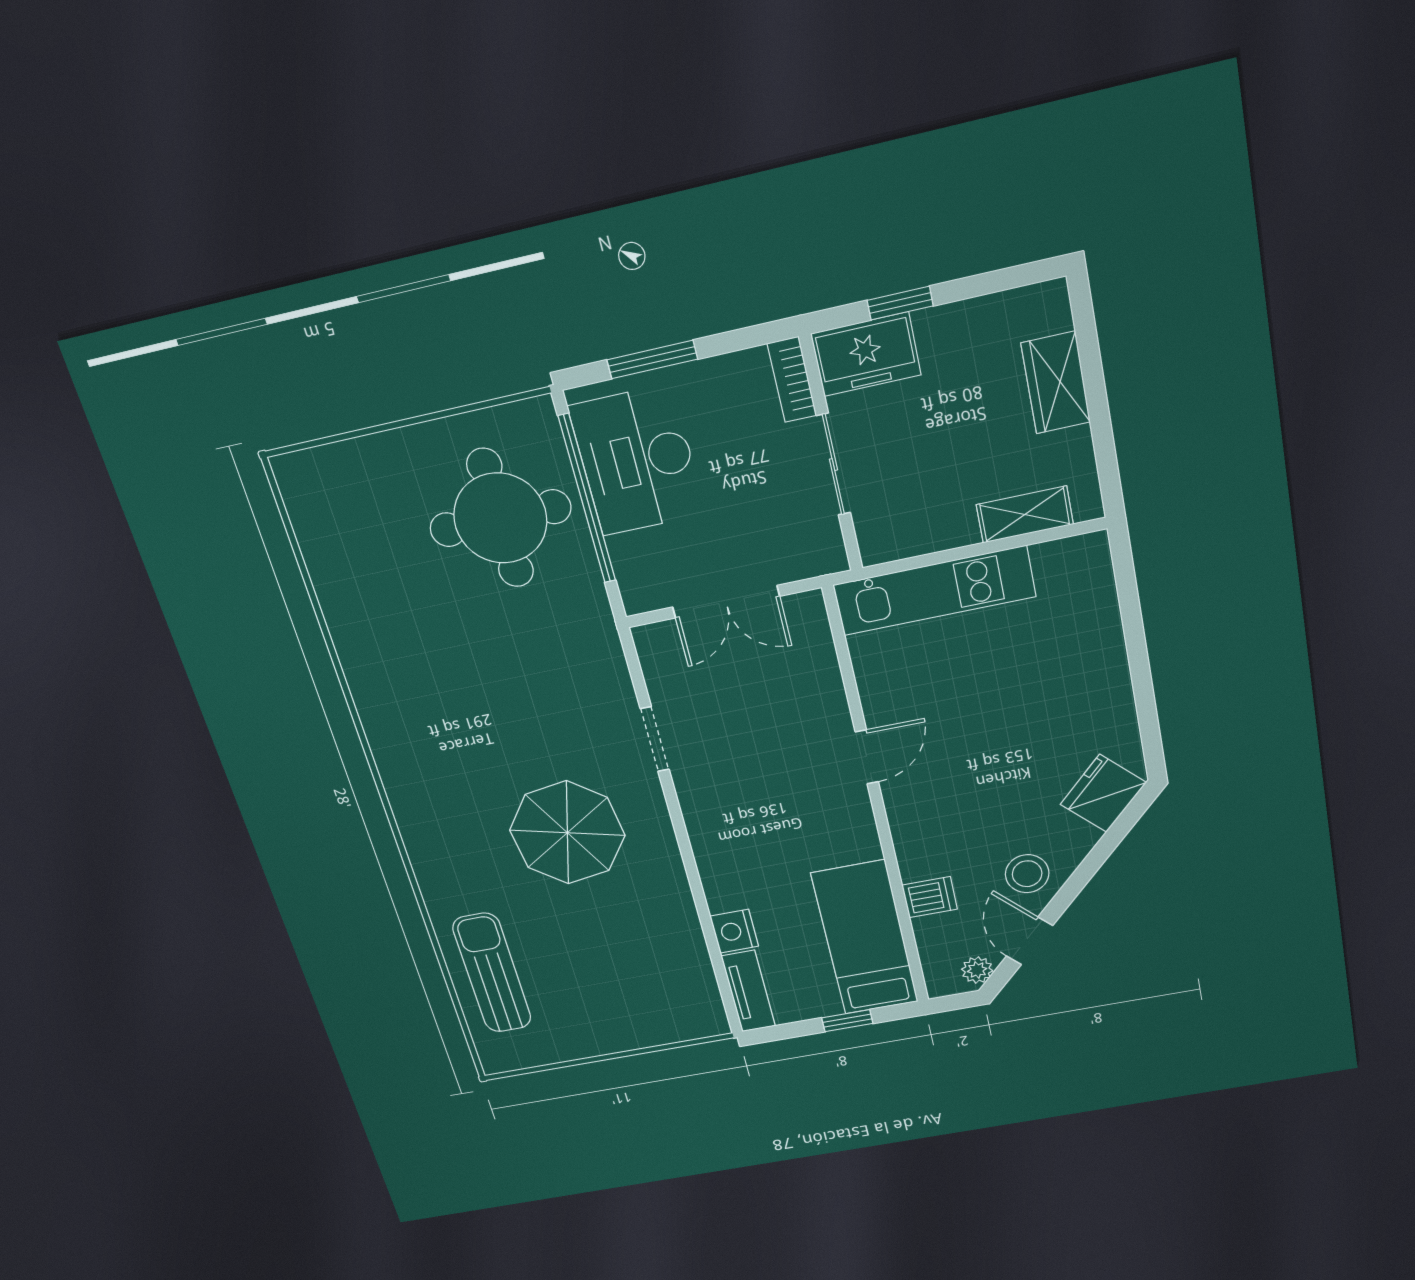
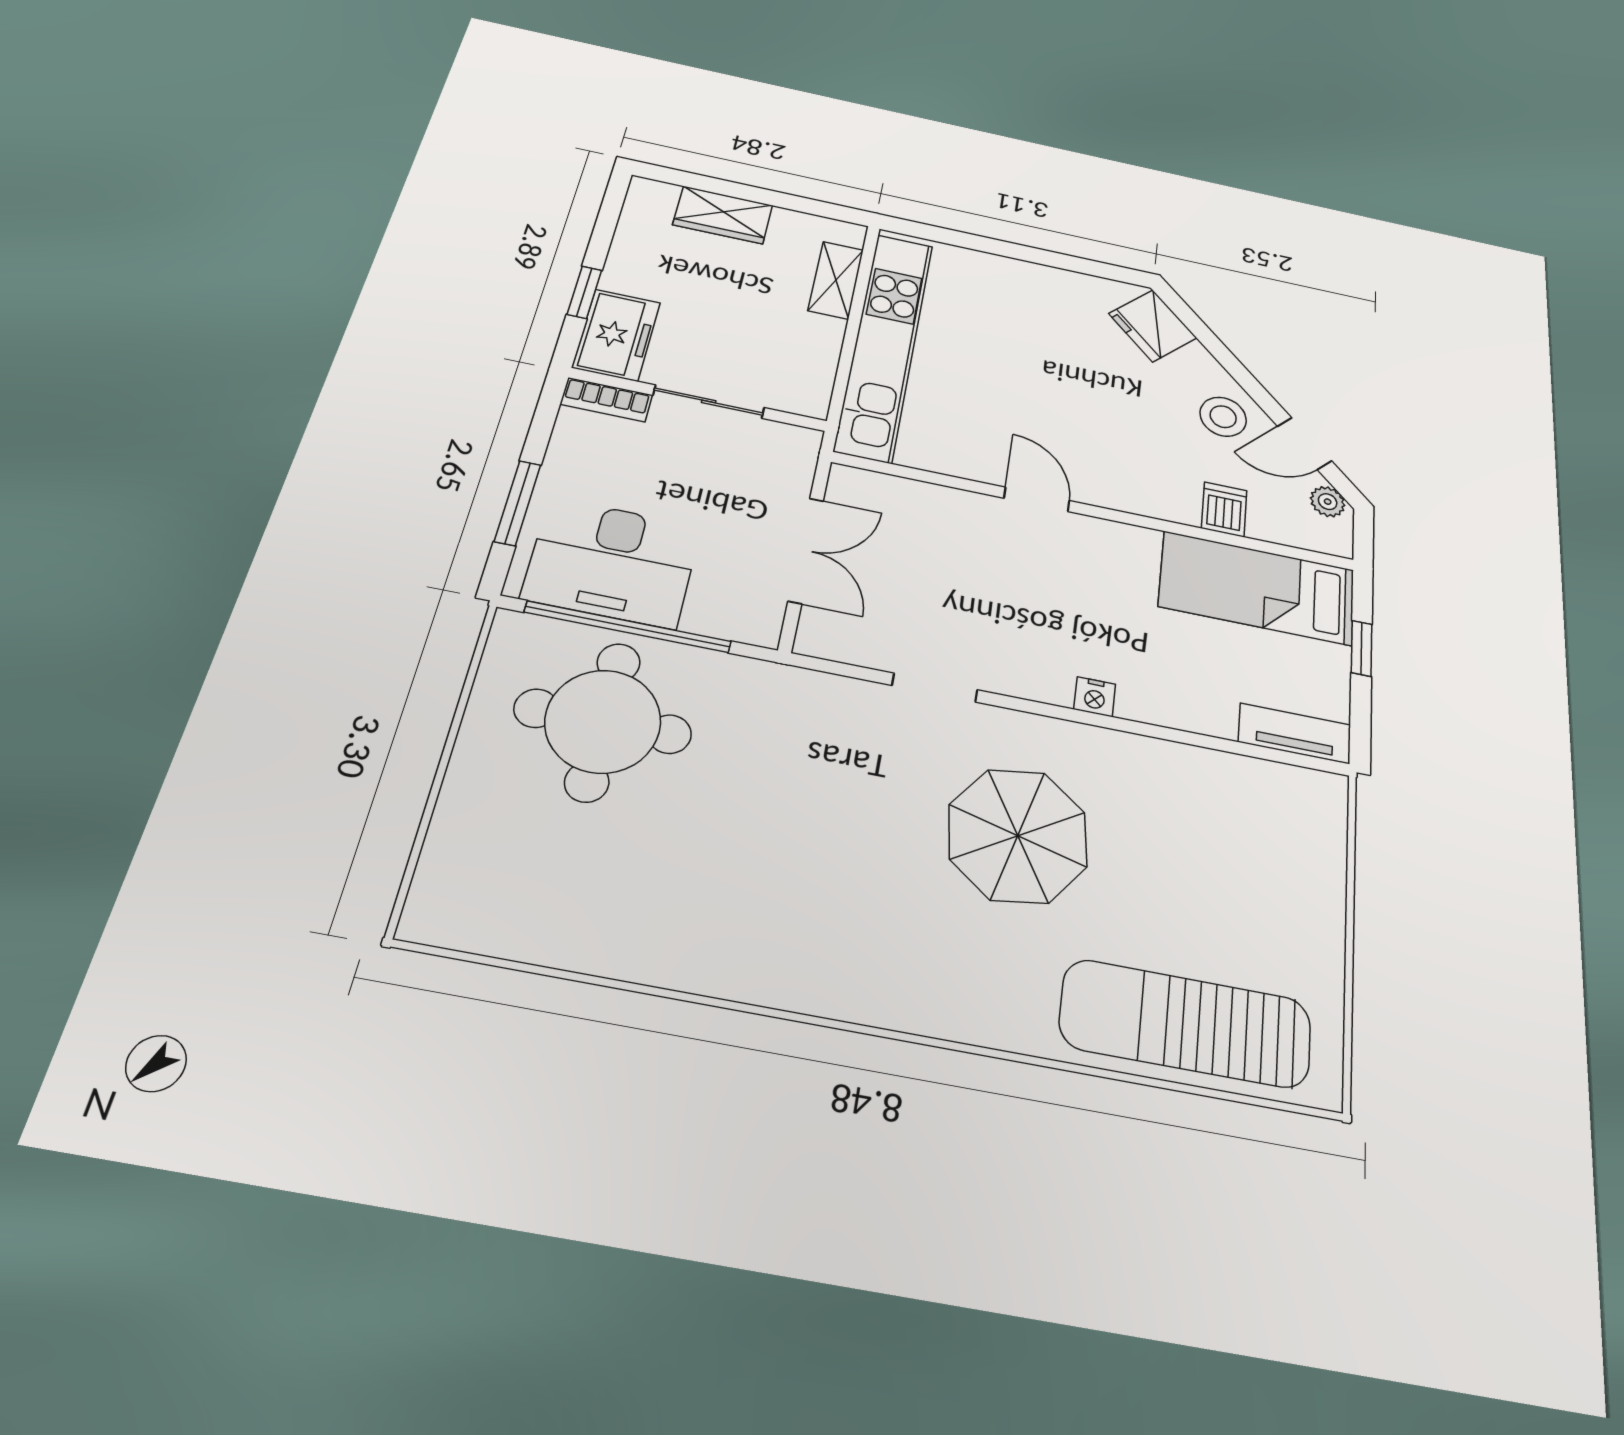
kitchen unit: (934, 591) -> (885, 345), width x1.36
nightstand: (734, 931) -> (1095, 697), moved, width x0.72, depth x0.74
sun lounger: (492, 973) -> (1186, 1023), width x1.36, depth x1.34

